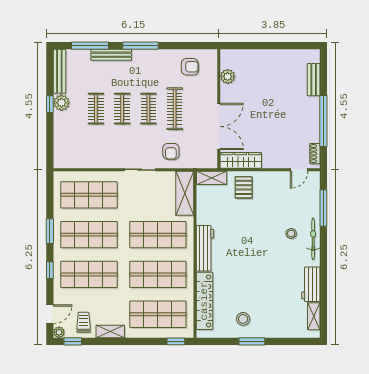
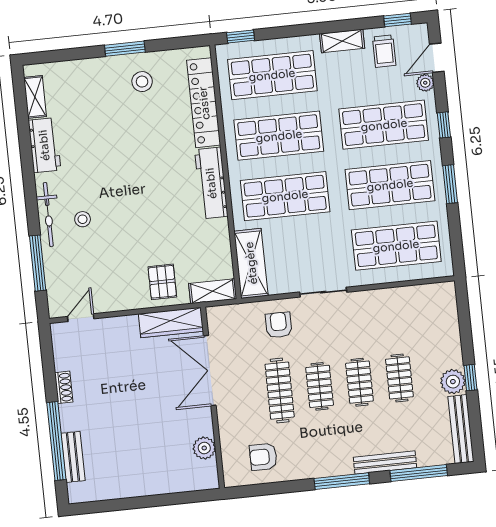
window: (323, 121) -> (56, 441), moved
shoe rack: (315, 154) -> (64, 387), moved
plant: (59, 332) -> (425, 83), moved

